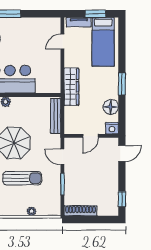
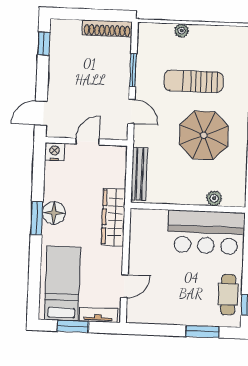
floor lamp: (111, 107) -> (54, 213), moved

